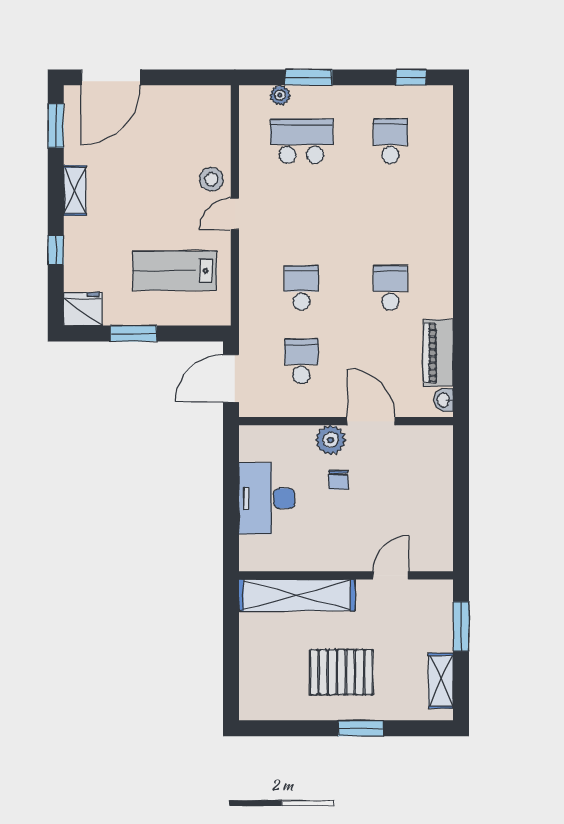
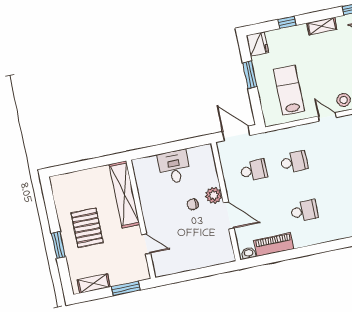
door: (371, 421) -> (229, 215), hinge flipped
desk: (267, 498) -> (174, 167), width x0.73

